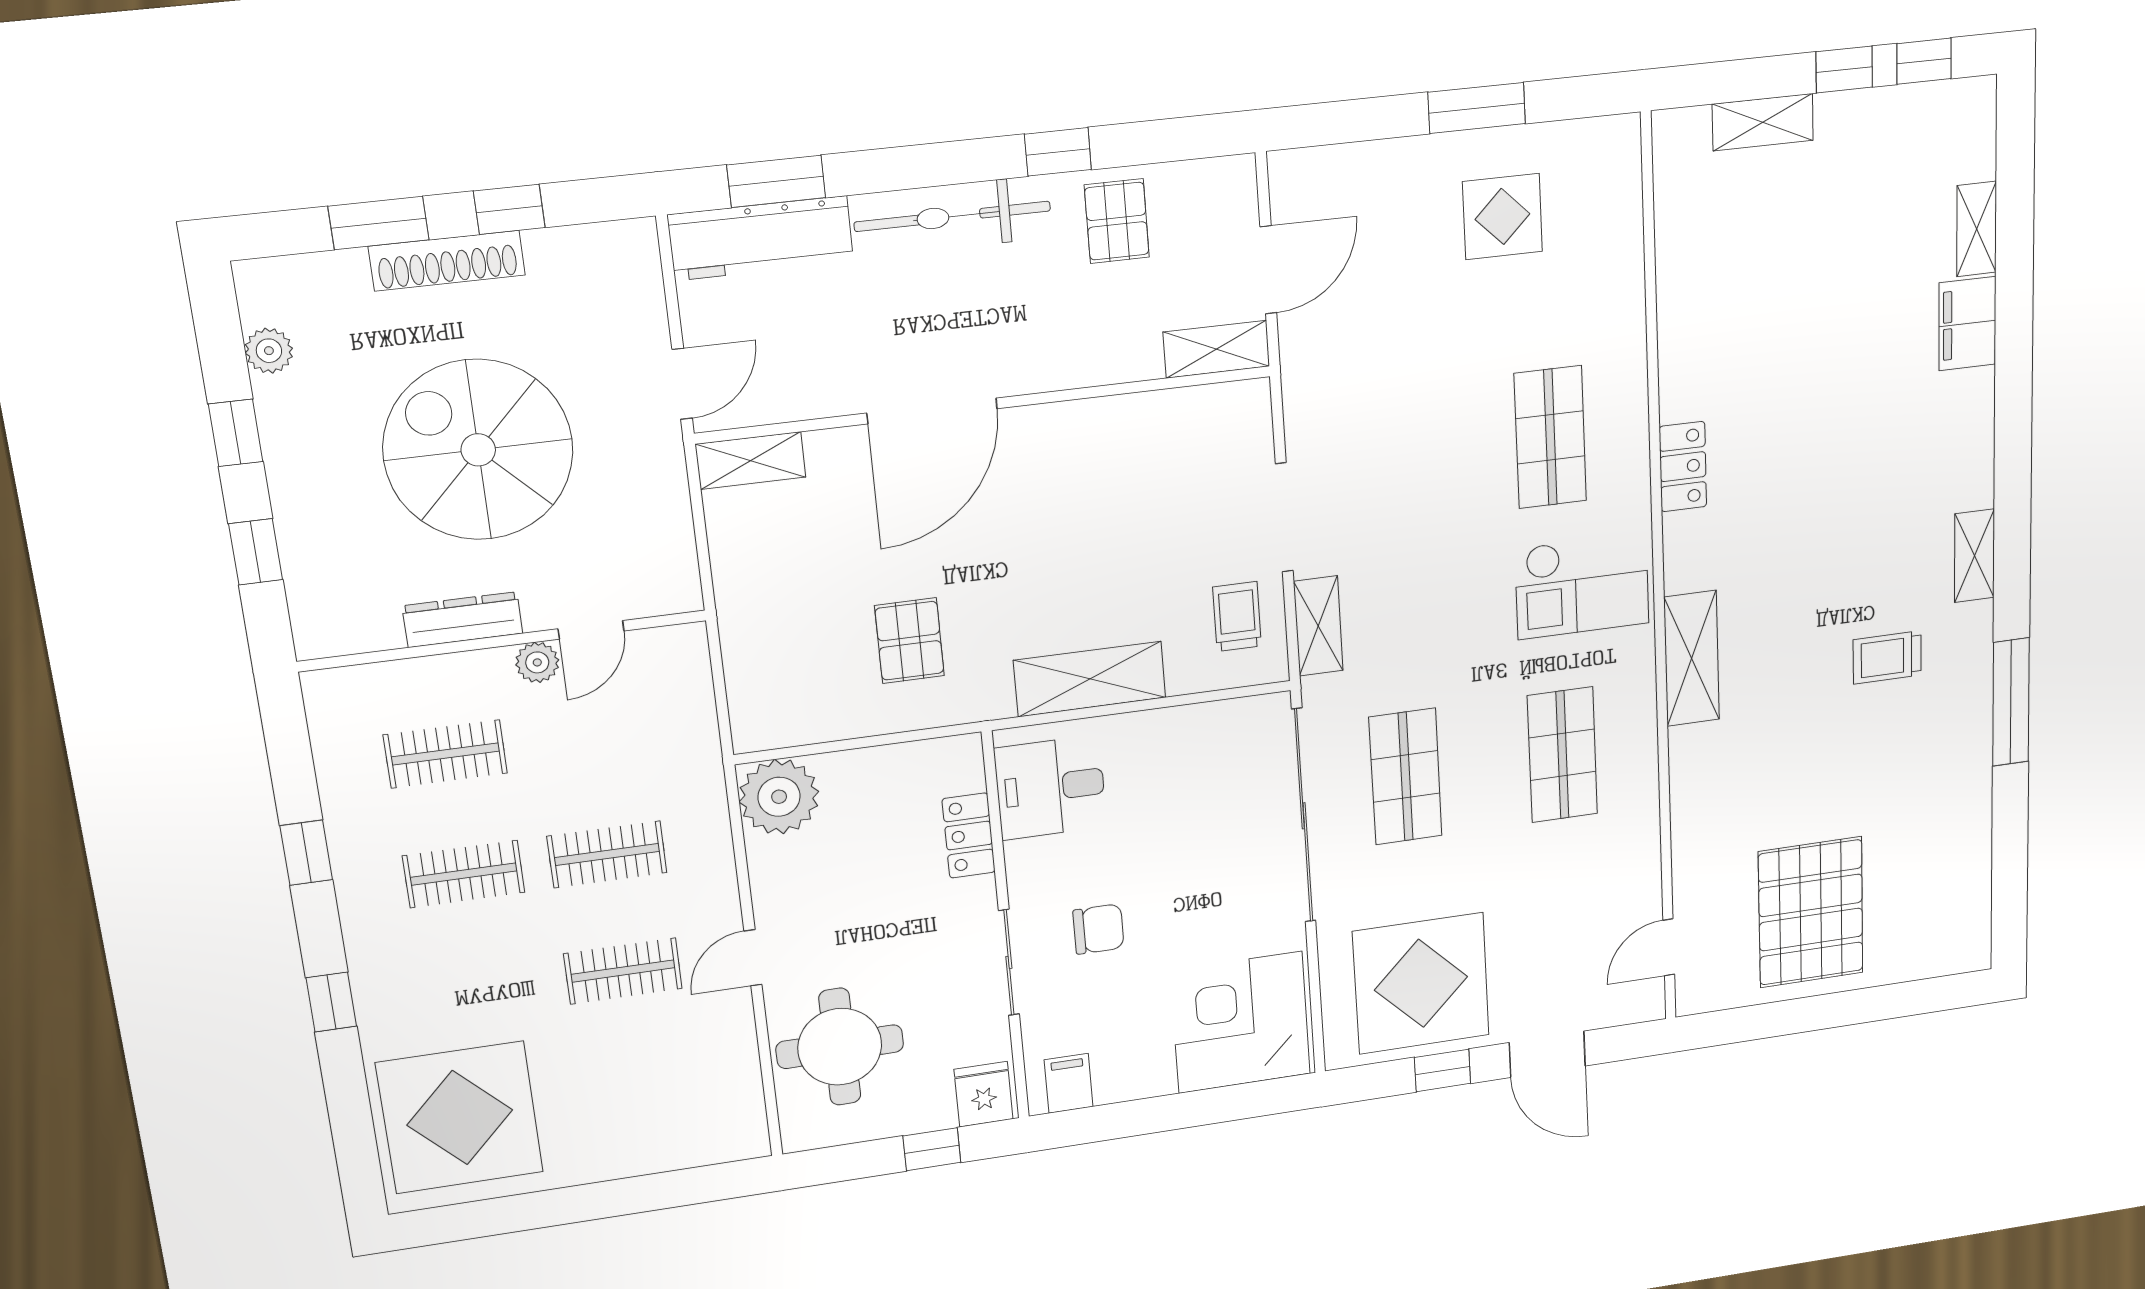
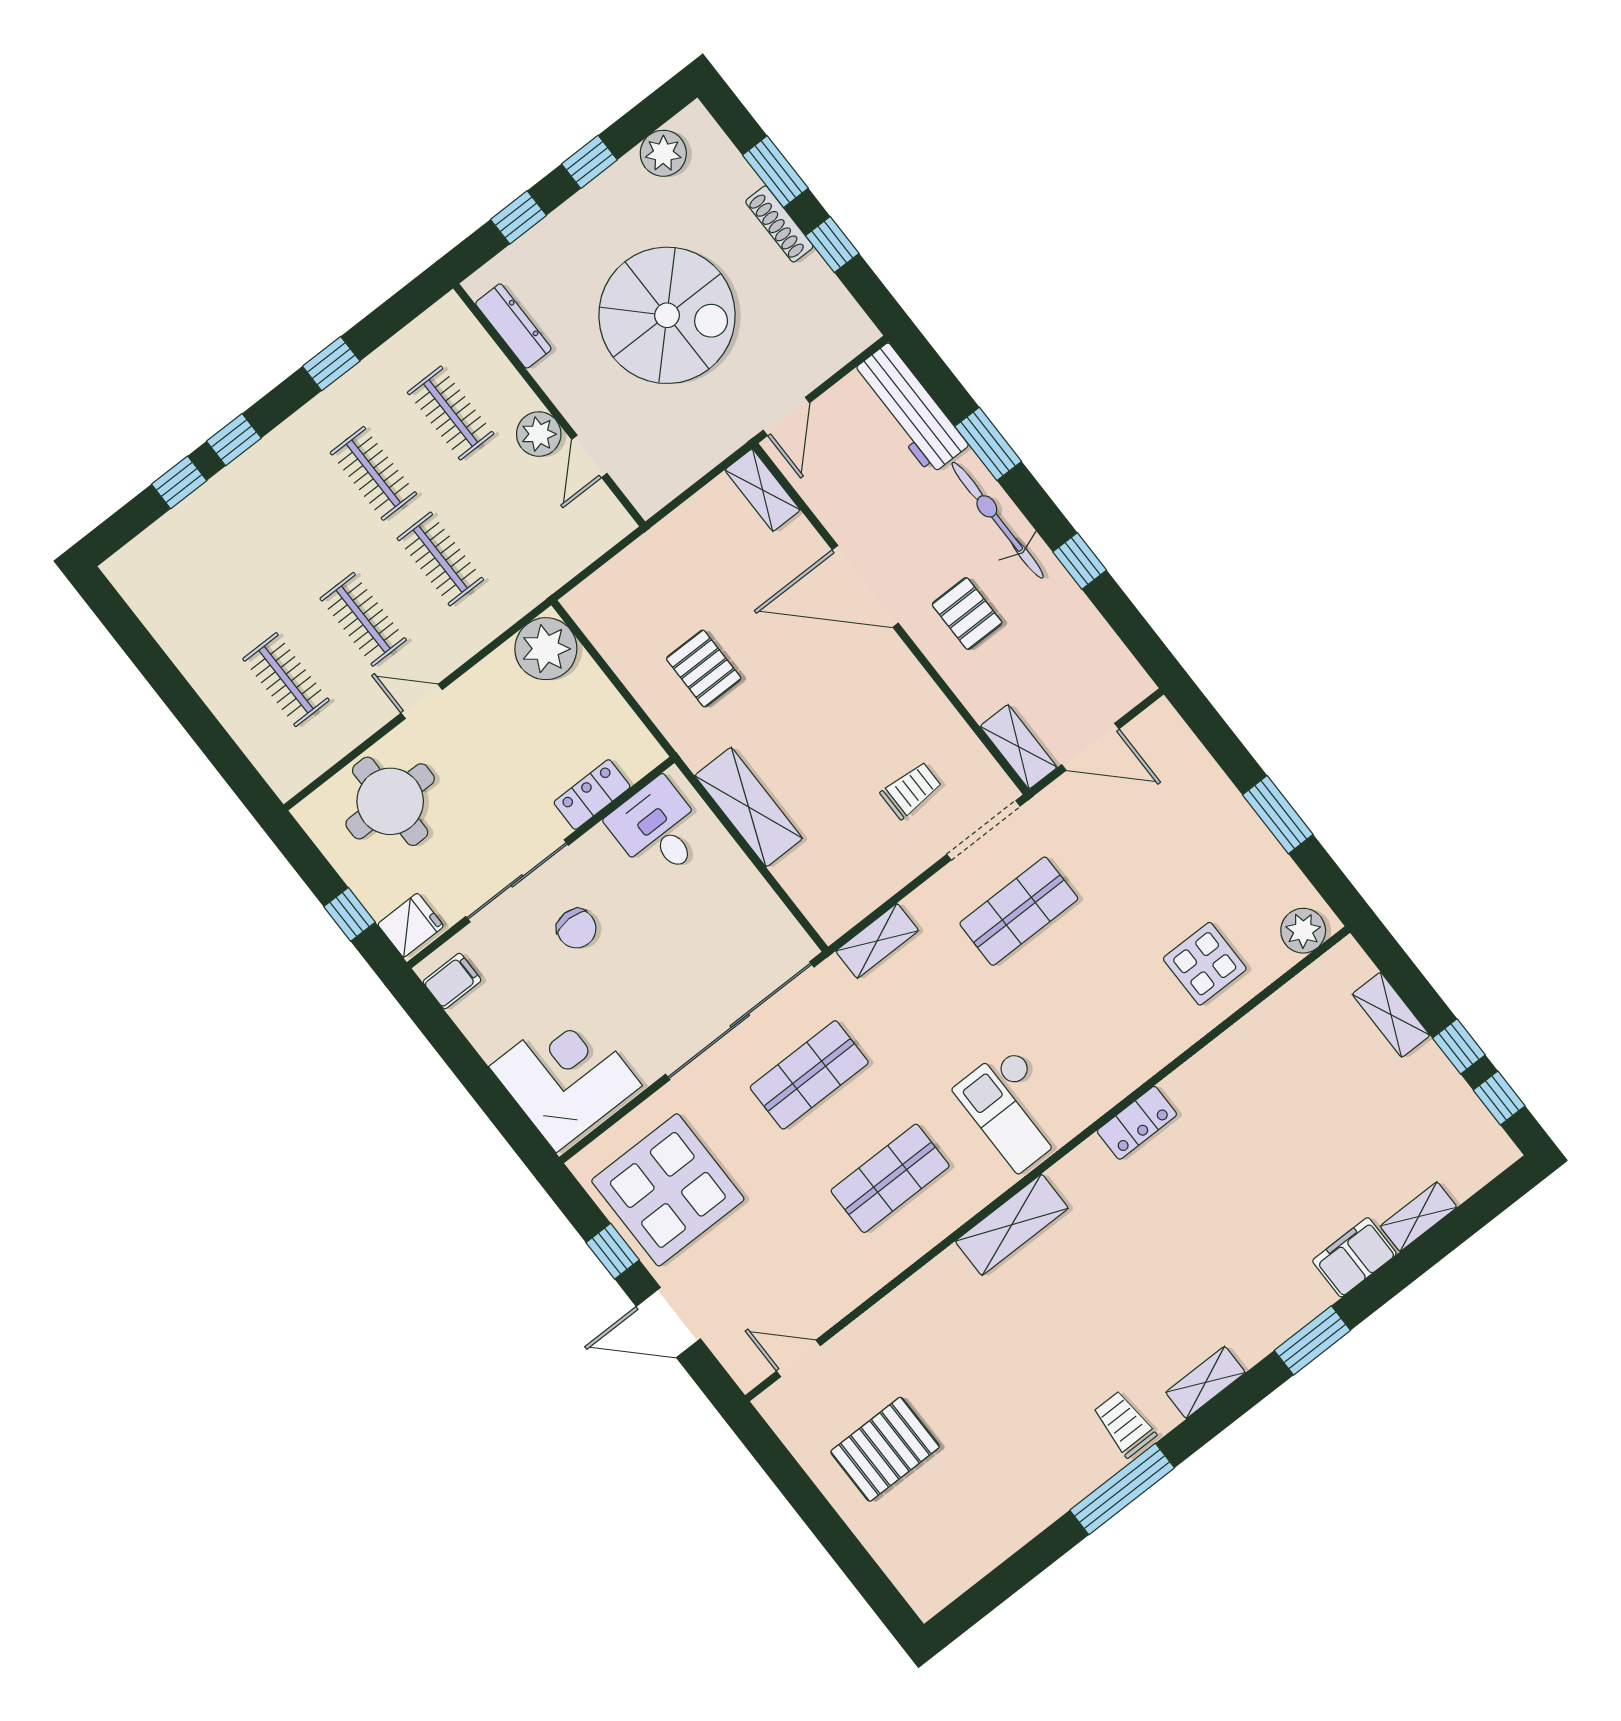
plant: (1614, 161) -> (1303, 931), added
window: (776, 181) -> (988, 444), moved
display table: (1502, 217) -> (1205, 964), moved
pallet: (1117, 221) -> (967, 614), moved, turned 90
shoe rack: (447, 261) -> (779, 224), width x0.74, depth x0.81
plant: (269, 351) -> (663, 153), width x1.38, depth x1.38
door: (682, 384) -> (786, 416), hinge flipped
window: (2013, 420) -> (1312, 1340), added
shop shelf: (1550, 437) -> (1019, 911), moved
spiral stairs: (478, 450) -> (667, 315), turned 90
doorway: (1284, 517) -> (983, 830), moved
trolley: (1237, 617) -> (911, 790), moved
dresser: (463, 620) -> (513, 326), moved
door: (591, 630) -> (589, 456), hinge flipped
pallet: (909, 641) -> (704, 669), turned 90
trolley: (1887, 657) -> (1124, 1424), moved
plant: (537, 662) -> (539, 434), width x1.38, depth x1.38
pallet: (1811, 912) -> (885, 1449), width x0.73, depth x0.71
sliding door: (1009, 962) -> (517, 881), width x1.37
door: (1547, 1054) -> (668, 1323), hinge flipped
window: (345, 1084) -> (179, 482), added
clothes rail: (639, 1085) -> (286, 680), added
display table: (460, 1118) -> (196, 573), removed

